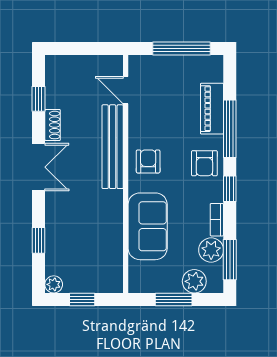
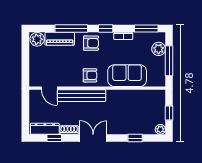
window: (182, 49) -> (25, 56), removed
dresser: (55, 83) -> (45, 129), added
door: (126, 90) -> (49, 88), hinge flipped
armchair: (148, 161) -> (90, 75), turned 180
plant: (211, 250) -> (37, 39), moved
window: (174, 300) -> (169, 61), width x1.44

